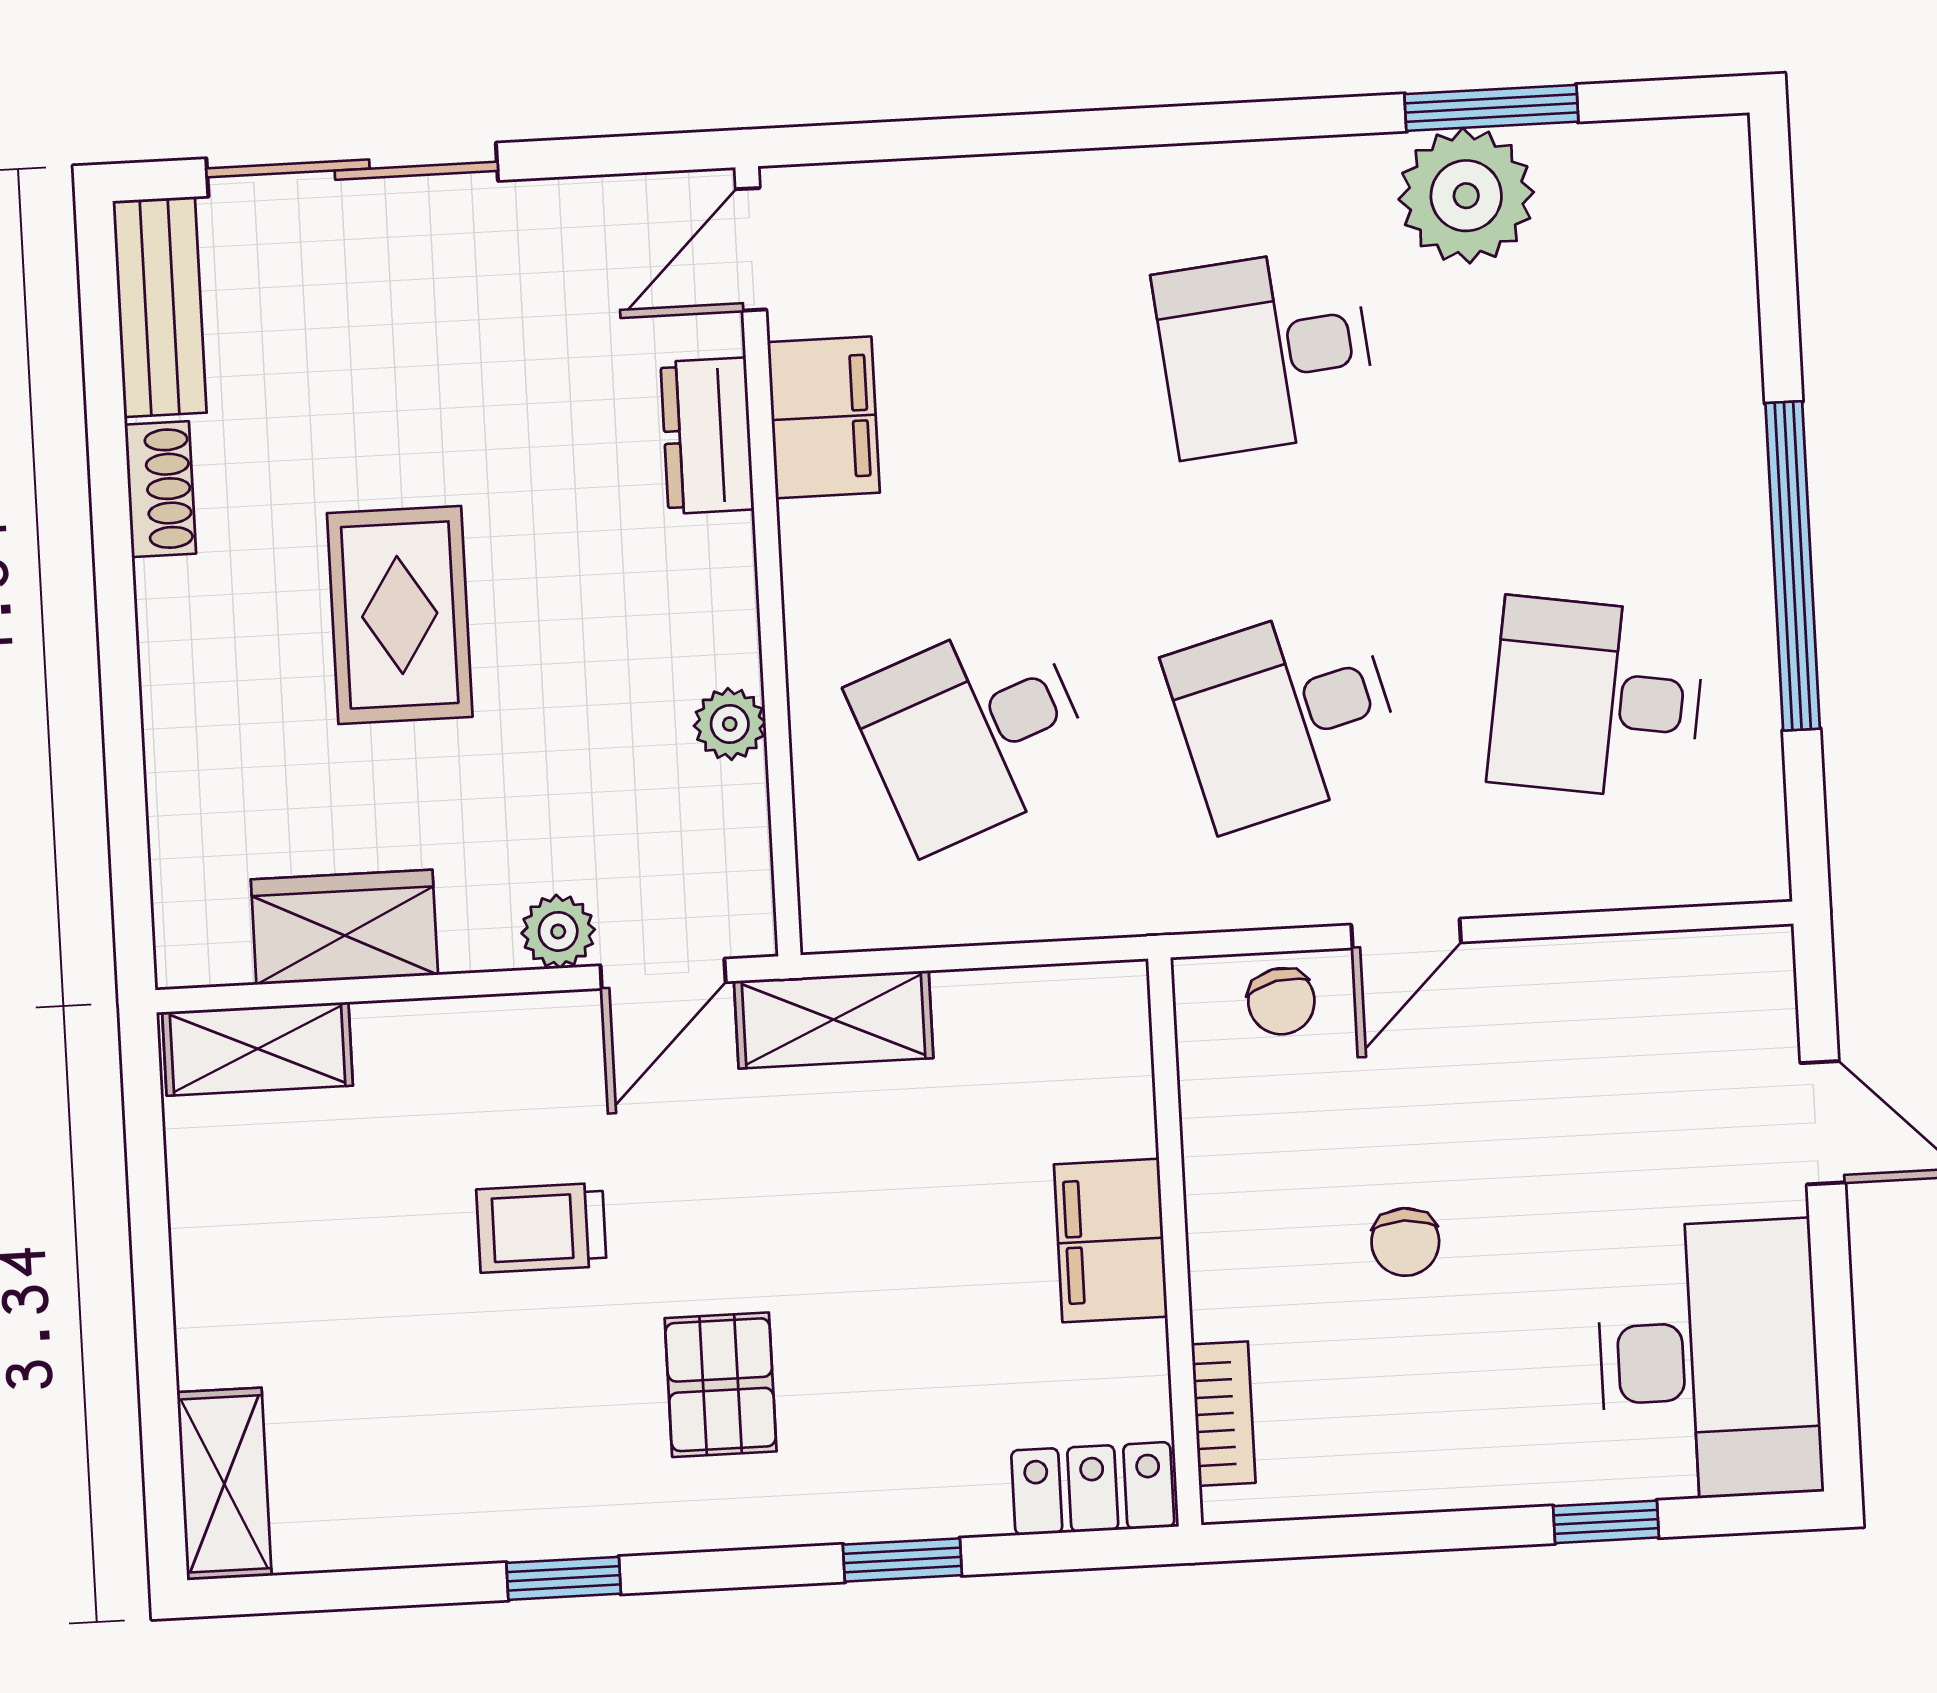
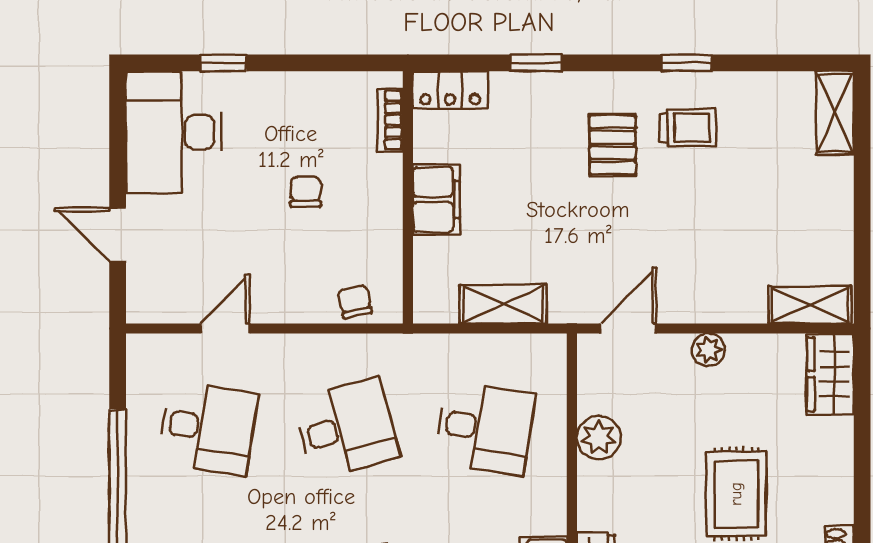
plant: (730, 724) -> (599, 438), width x1.38, depth x1.38
desk: (973, 732) -> (485, 428), turned 30
wardrobe: (344, 927) -> (830, 374), moved, turned 90
plant: (558, 931) -> (708, 350), moved
door: (1406, 934) -> (225, 329), moved
shelving: (834, 1020) -> (503, 304), moved
trolley: (541, 1228) -> (688, 128), moved

